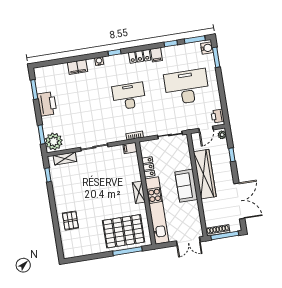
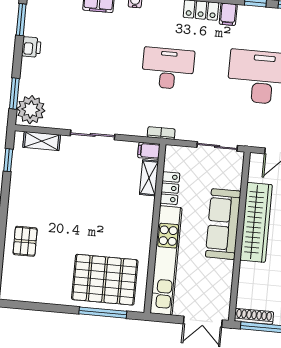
printer: (47, 104) -> (31, 47), width x0.53, depth x0.68
sofa: (186, 186) -> (223, 224), width x1.36
shelving: (139, 192) -> (149, 178), moved

